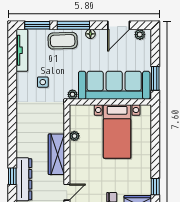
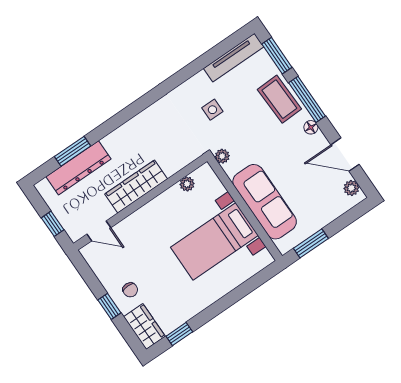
sofa: (114, 85) -> (265, 202), width x0.74, depth x0.79
plant: (74, 136) -> (187, 184), moved
window: (12, 176) -> (72, 151), width x1.50

